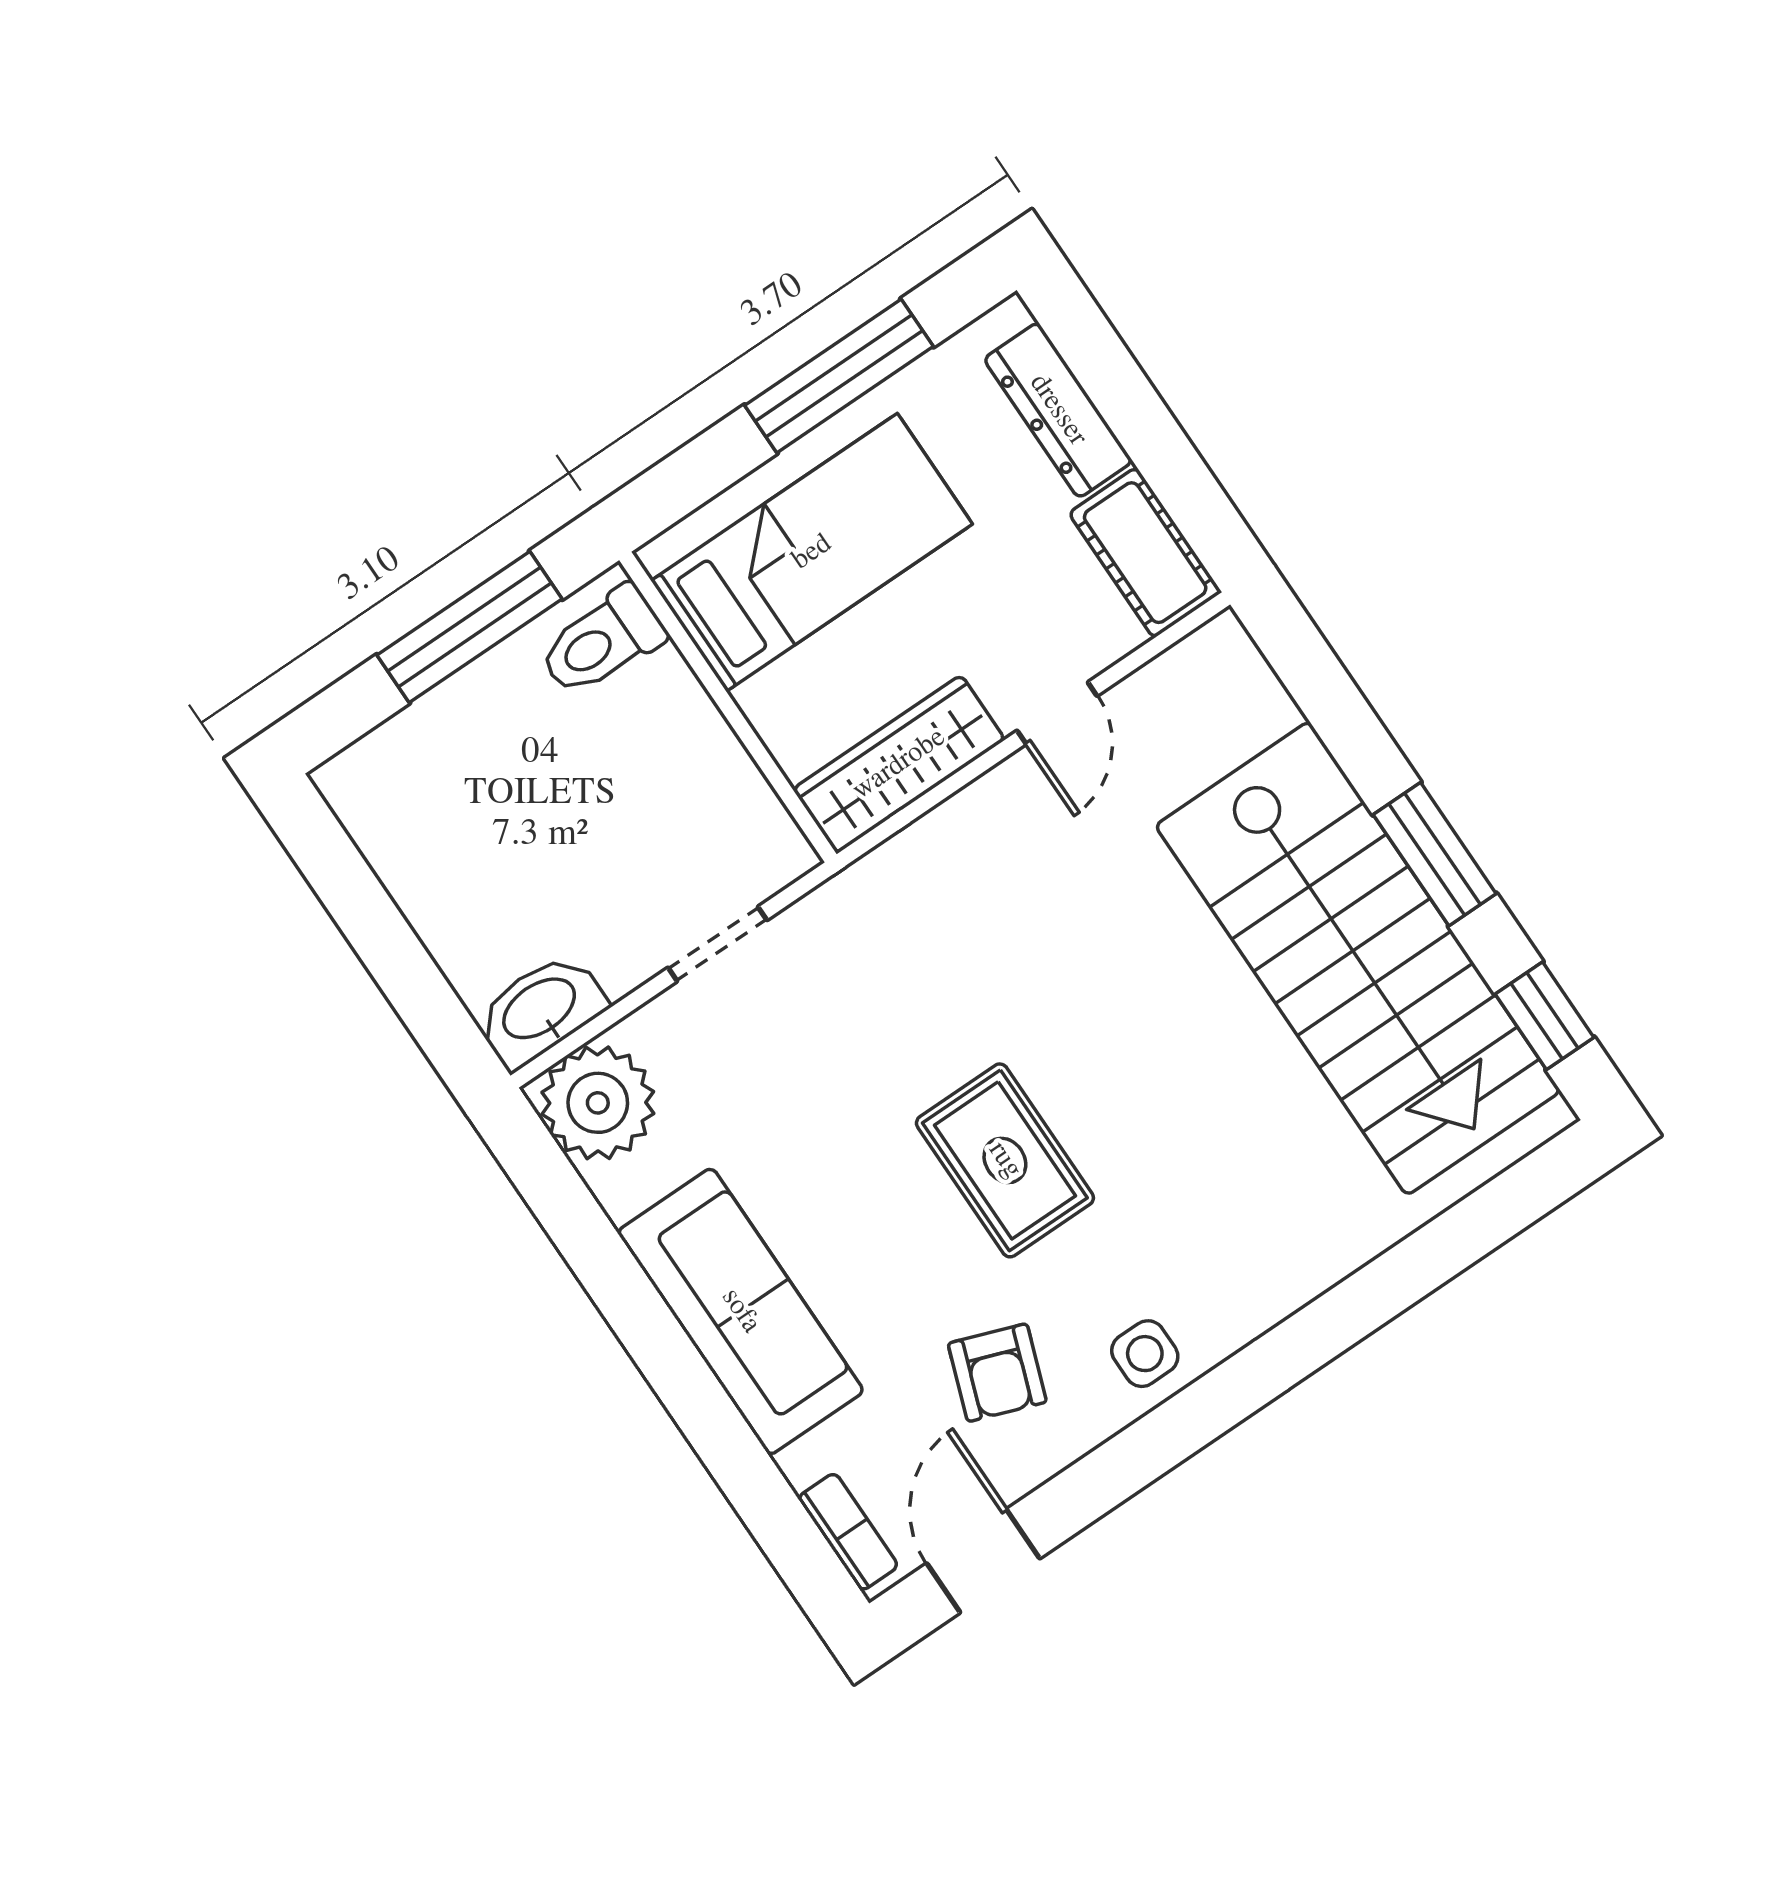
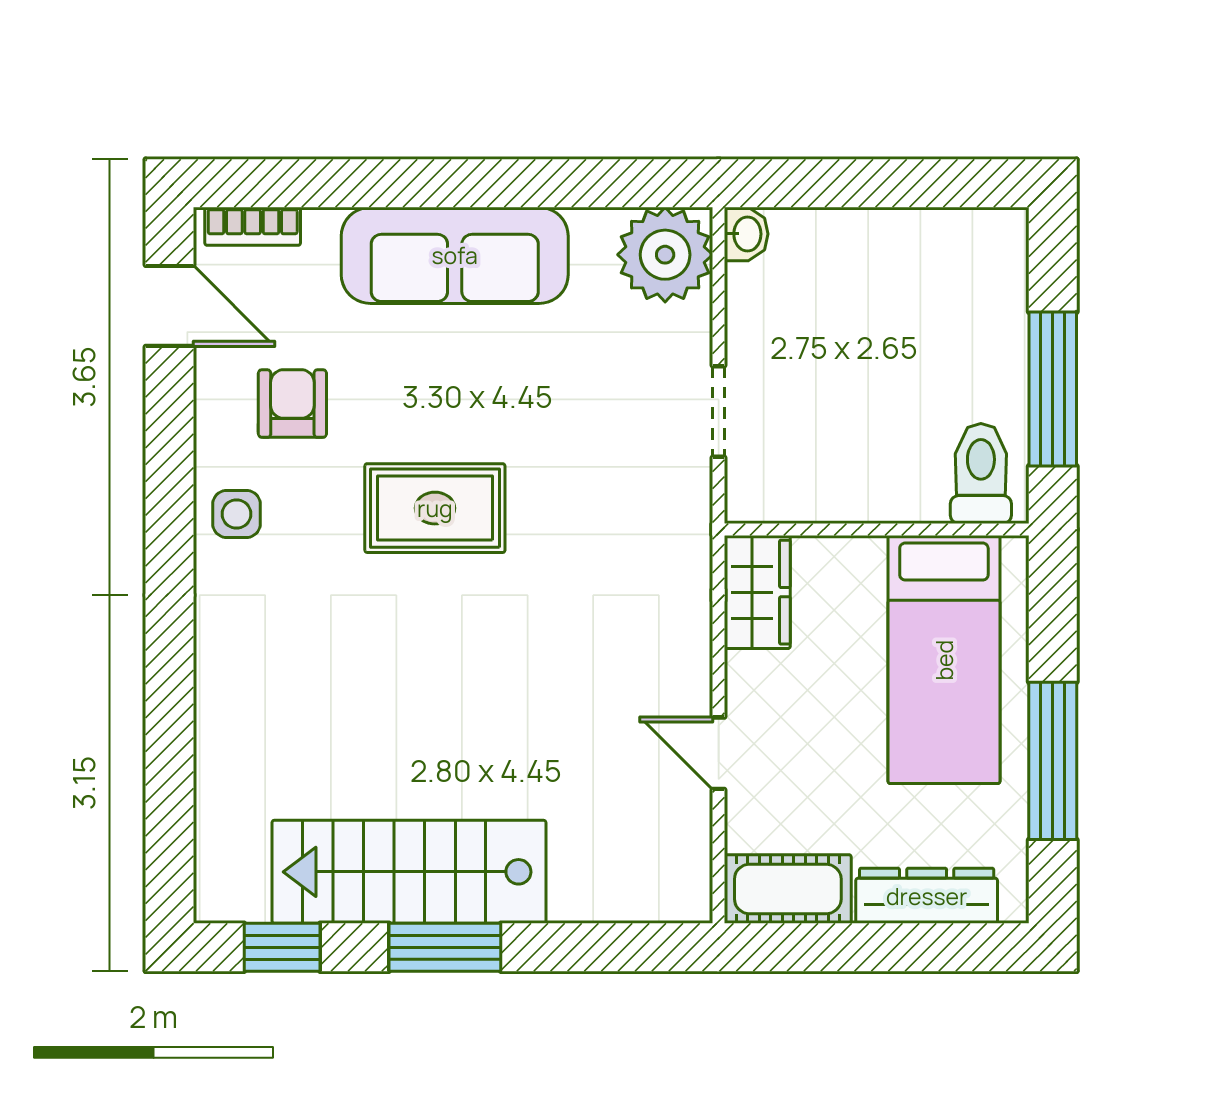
wardrobe: (899, 764) -> (757, 592), width x0.67
stairs: (1358, 958) -> (409, 872), width x0.73, depth x0.66
washbasin: (540, 1010) -> (746, 234), width x0.52, depth x0.69
armchair: (997, 1373) -> (292, 404), turned 70

